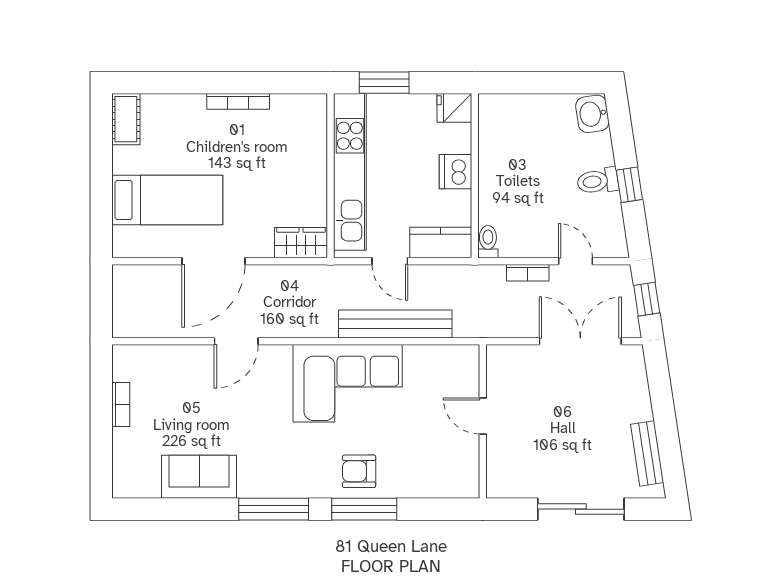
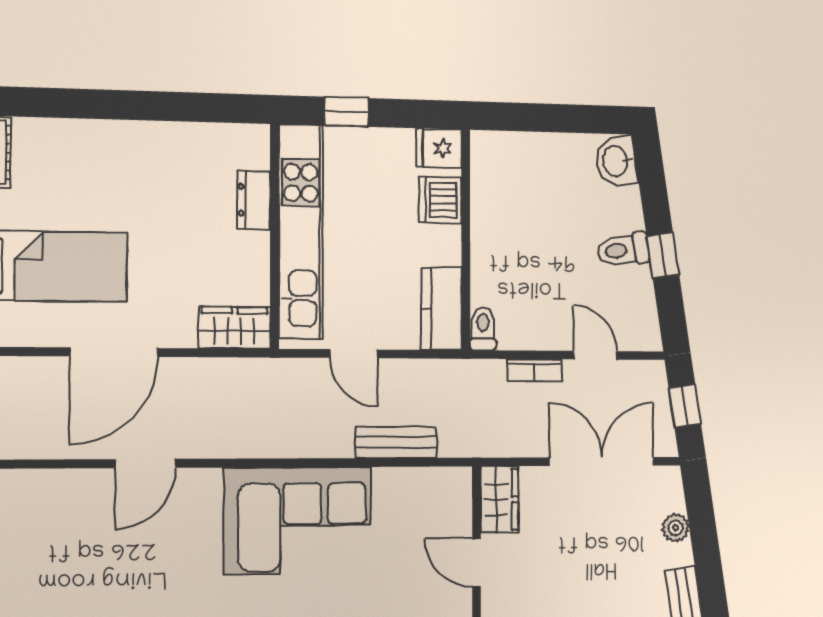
window: (384, 83) -> (346, 112), width x0.67
bookcase: (238, 101) -> (148, 132), removed
dresser: (315, 149) -> (254, 200), added
dishwasher: (455, 172) -> (440, 200), moved
kitchen counter: (441, 242) -> (442, 309), moved, turned -90
bench: (395, 324) -> (396, 442), width x0.54, depth x0.82
wardrobe: (500, 369) -> (499, 500), added
plant: (639, 392) -> (676, 528), added

